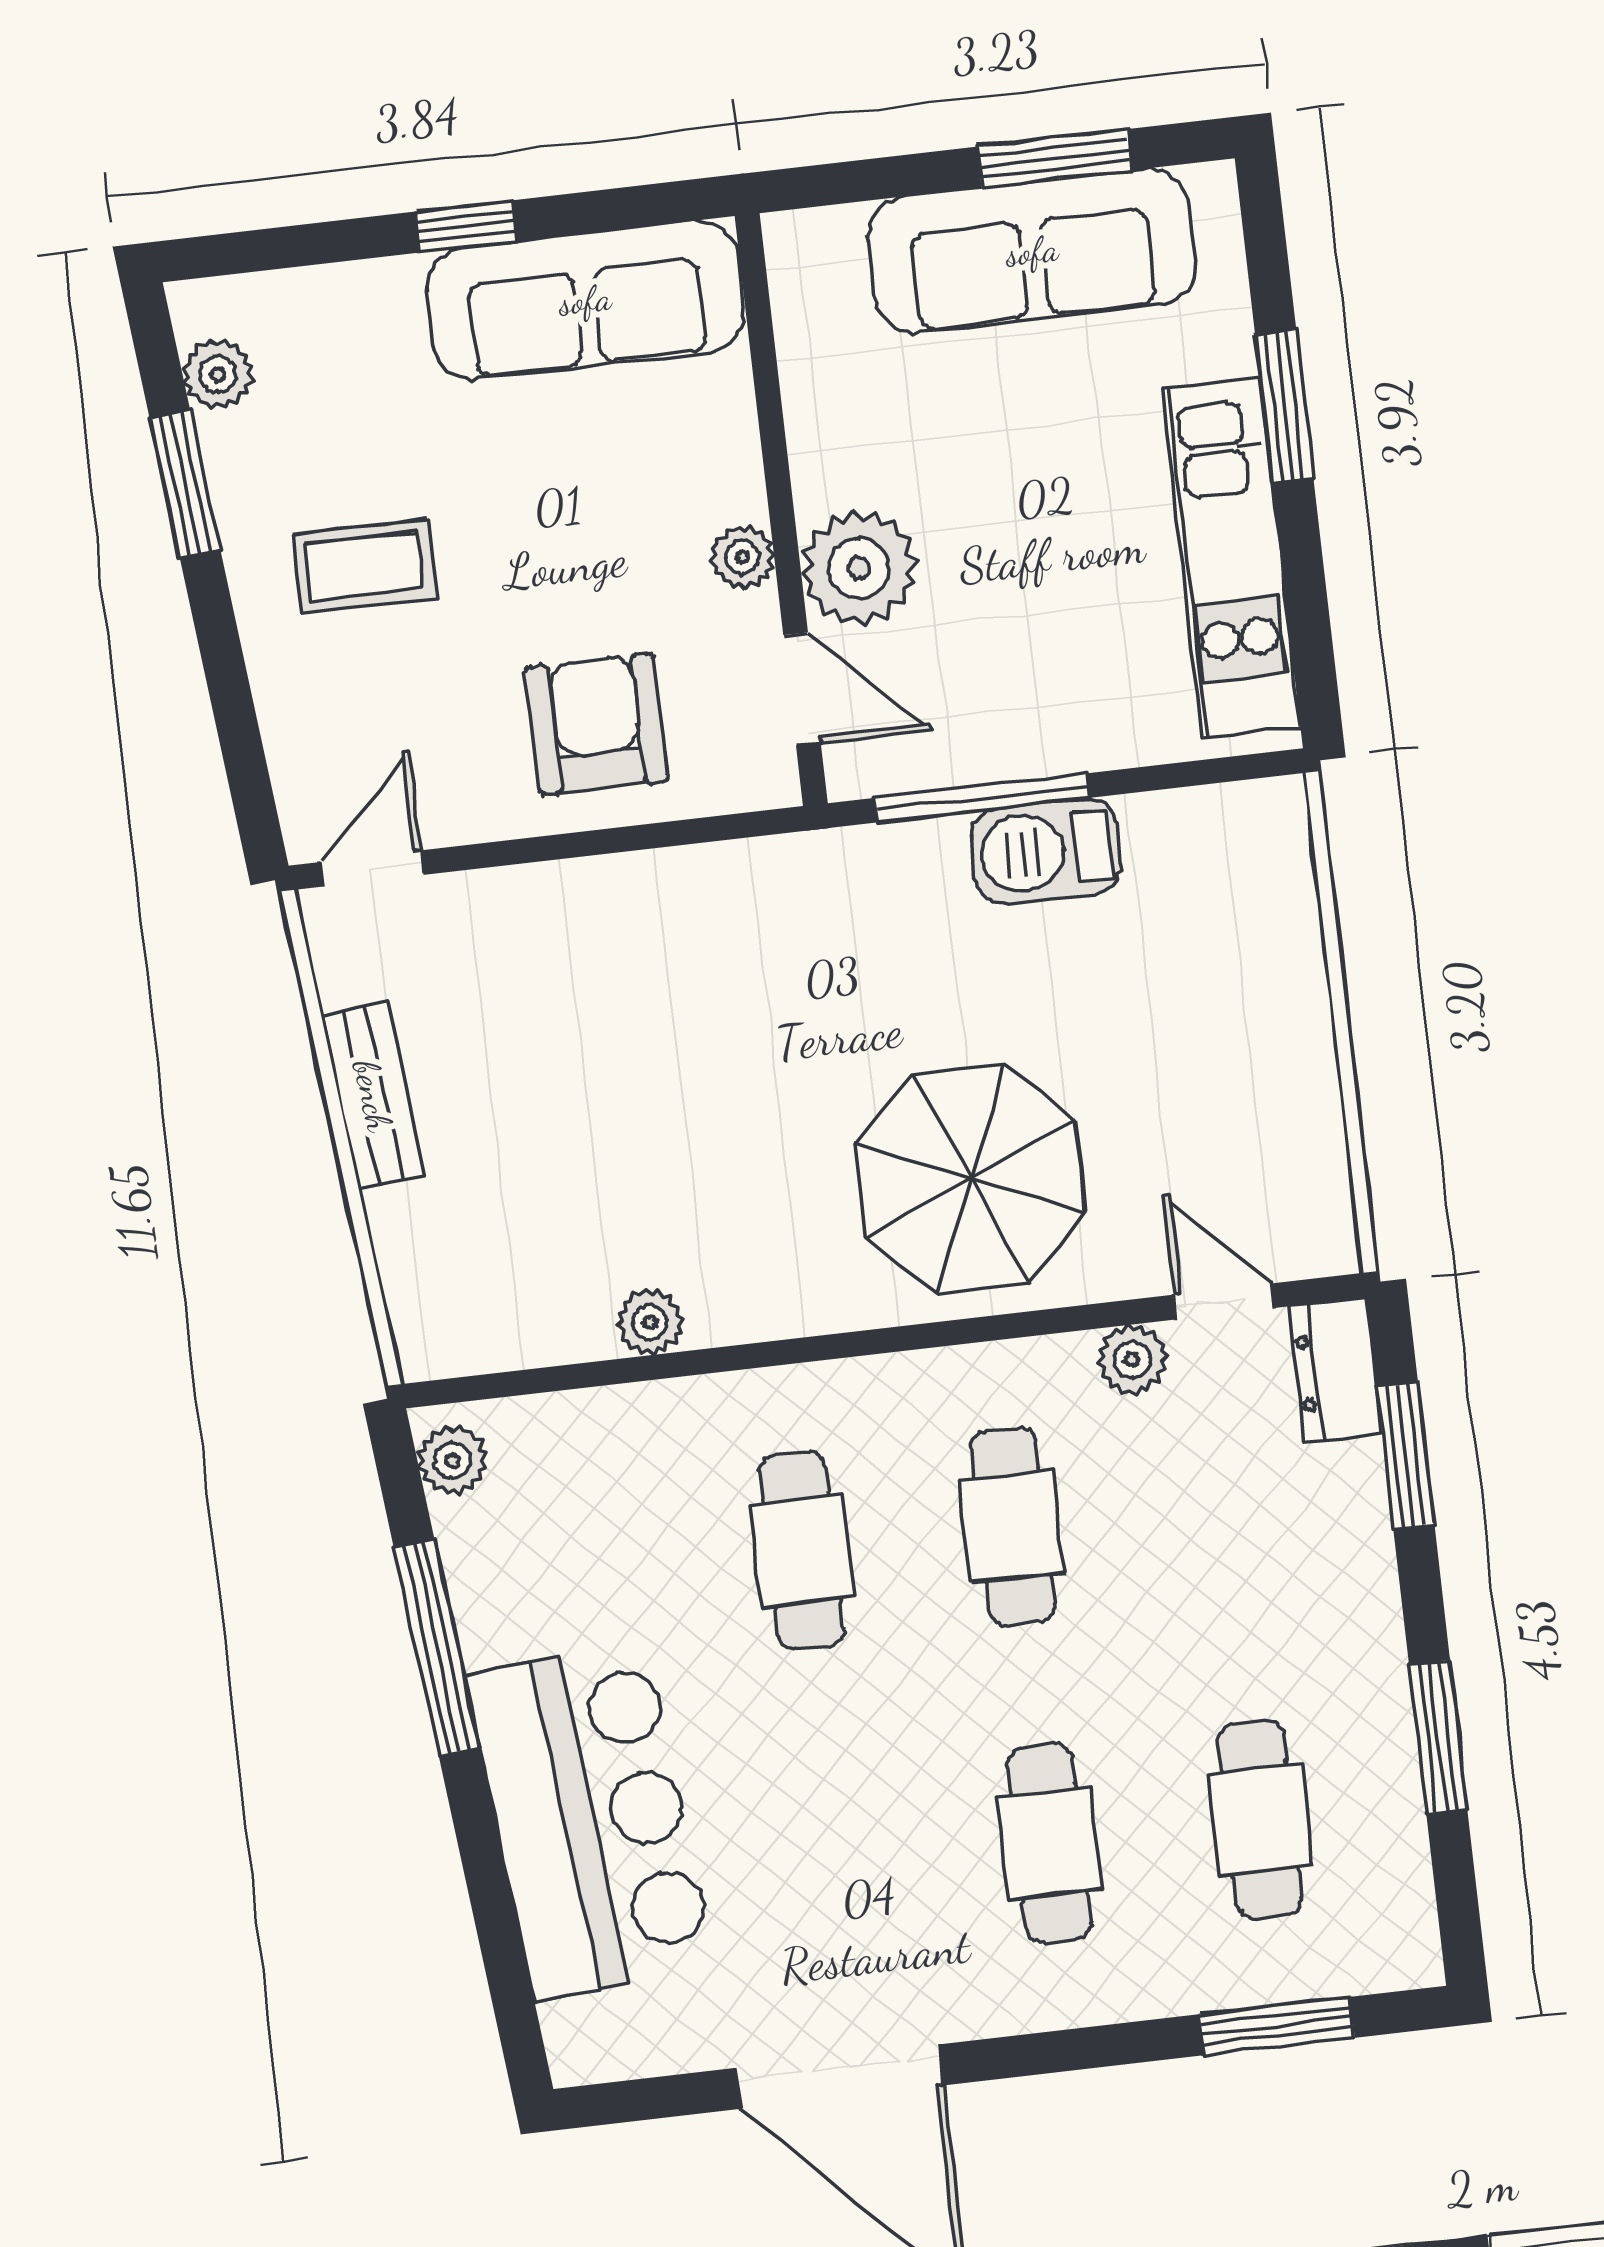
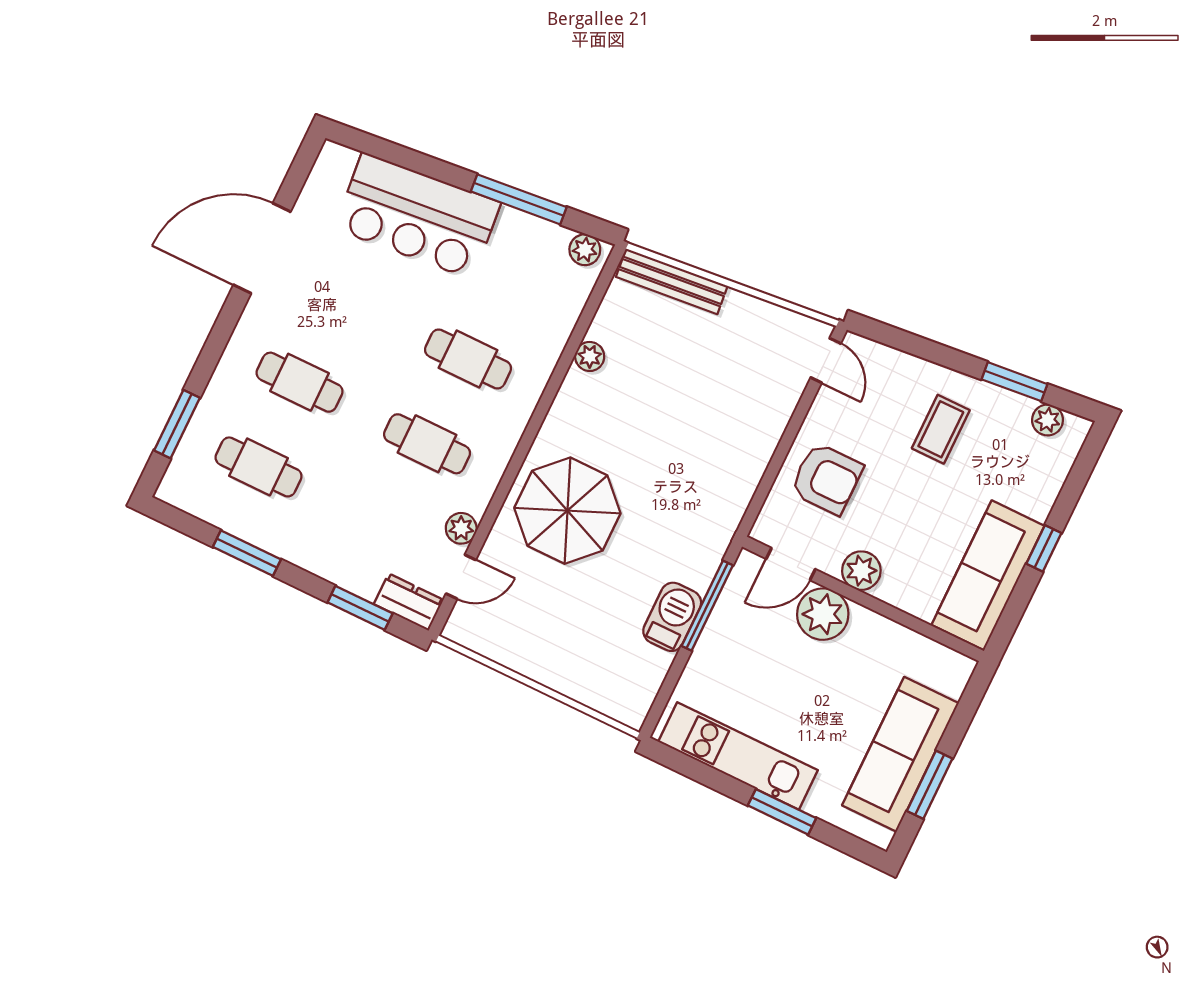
plant: (743, 557) -> (861, 571), width x1.38, depth x1.38
bench: (373, 1096) -> (672, 281), moved, width x1.36

